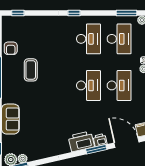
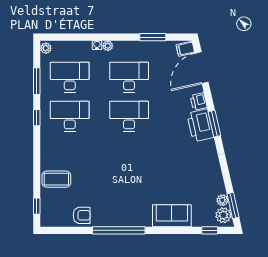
window: (74, 13) -> (37, 118), moved
window: (127, 13) -> (37, 81), moved
coffee table: (31, 70) -> (56, 179), moved
window: (96, 149) -> (214, 124), moved

